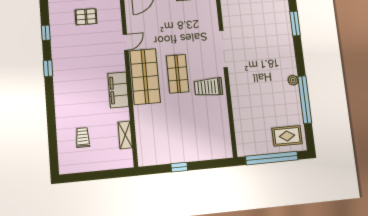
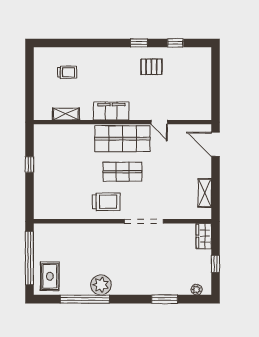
pallet: (86, 17) -> (151, 67), moved, turned 90
plant: (293, 80) -> (101, 285), width x1.87, depth x1.87
trolley: (208, 87) -> (106, 202), turned 90

